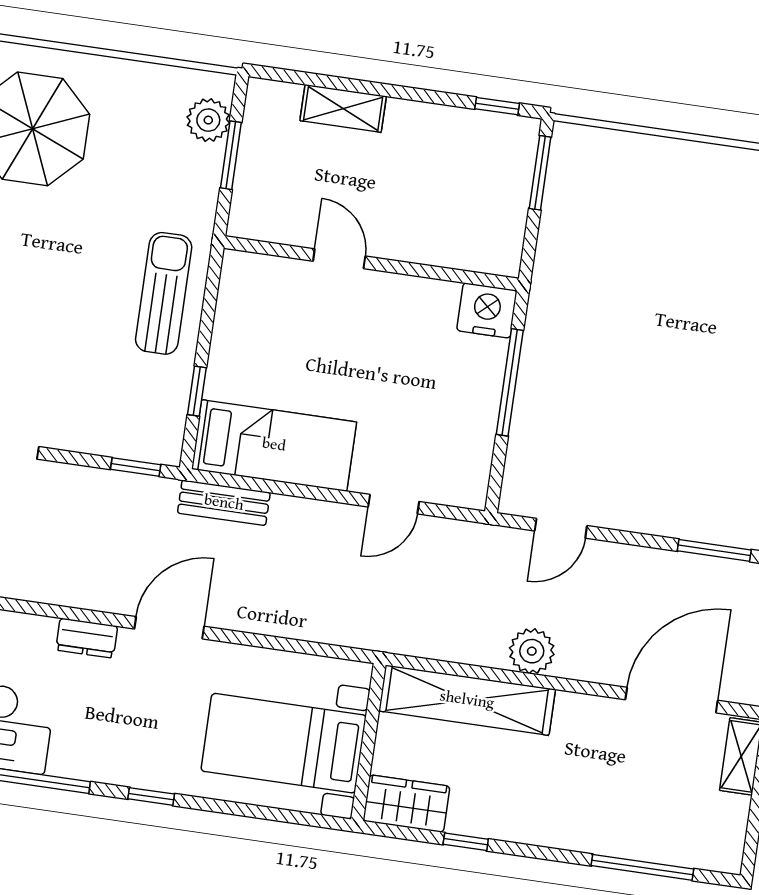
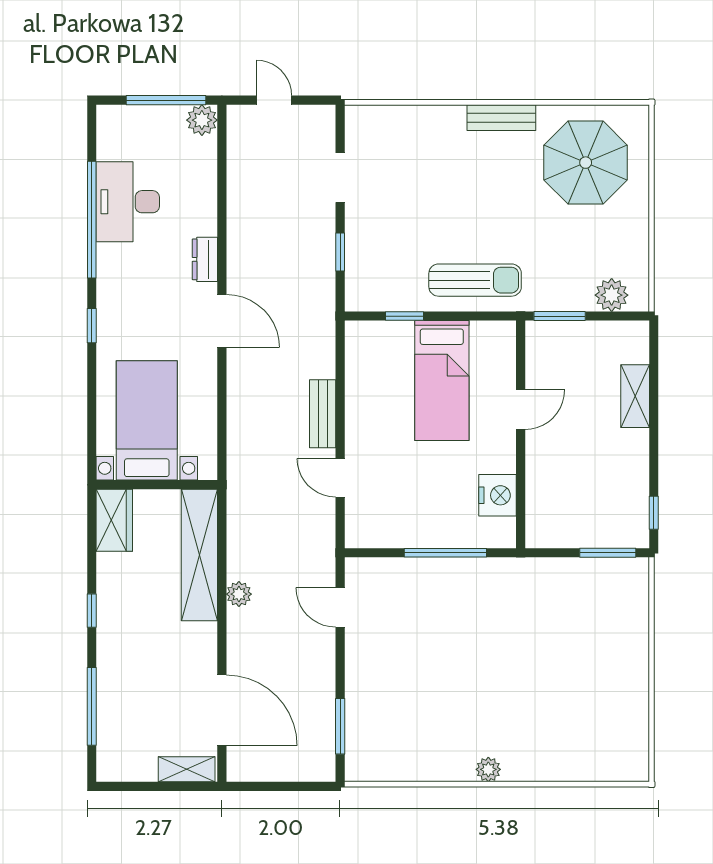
window: (231, 155) -> (560, 316), moved
nightstand: (487, 310) -> (497, 495), moved
bed: (274, 445) -> (442, 381), moved
window: (136, 467) -> (340, 252), moved
bench: (224, 503) -> (323, 414), moved
plant: (532, 651) -> (239, 594), width x0.73, depth x0.73
window: (466, 842) -> (92, 611), moved

